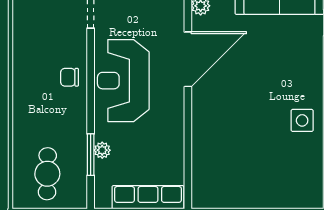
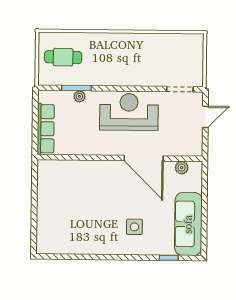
chair: (70, 77) -> (132, 74), removed
side table: (302, 120) -> (134, 227), moved

